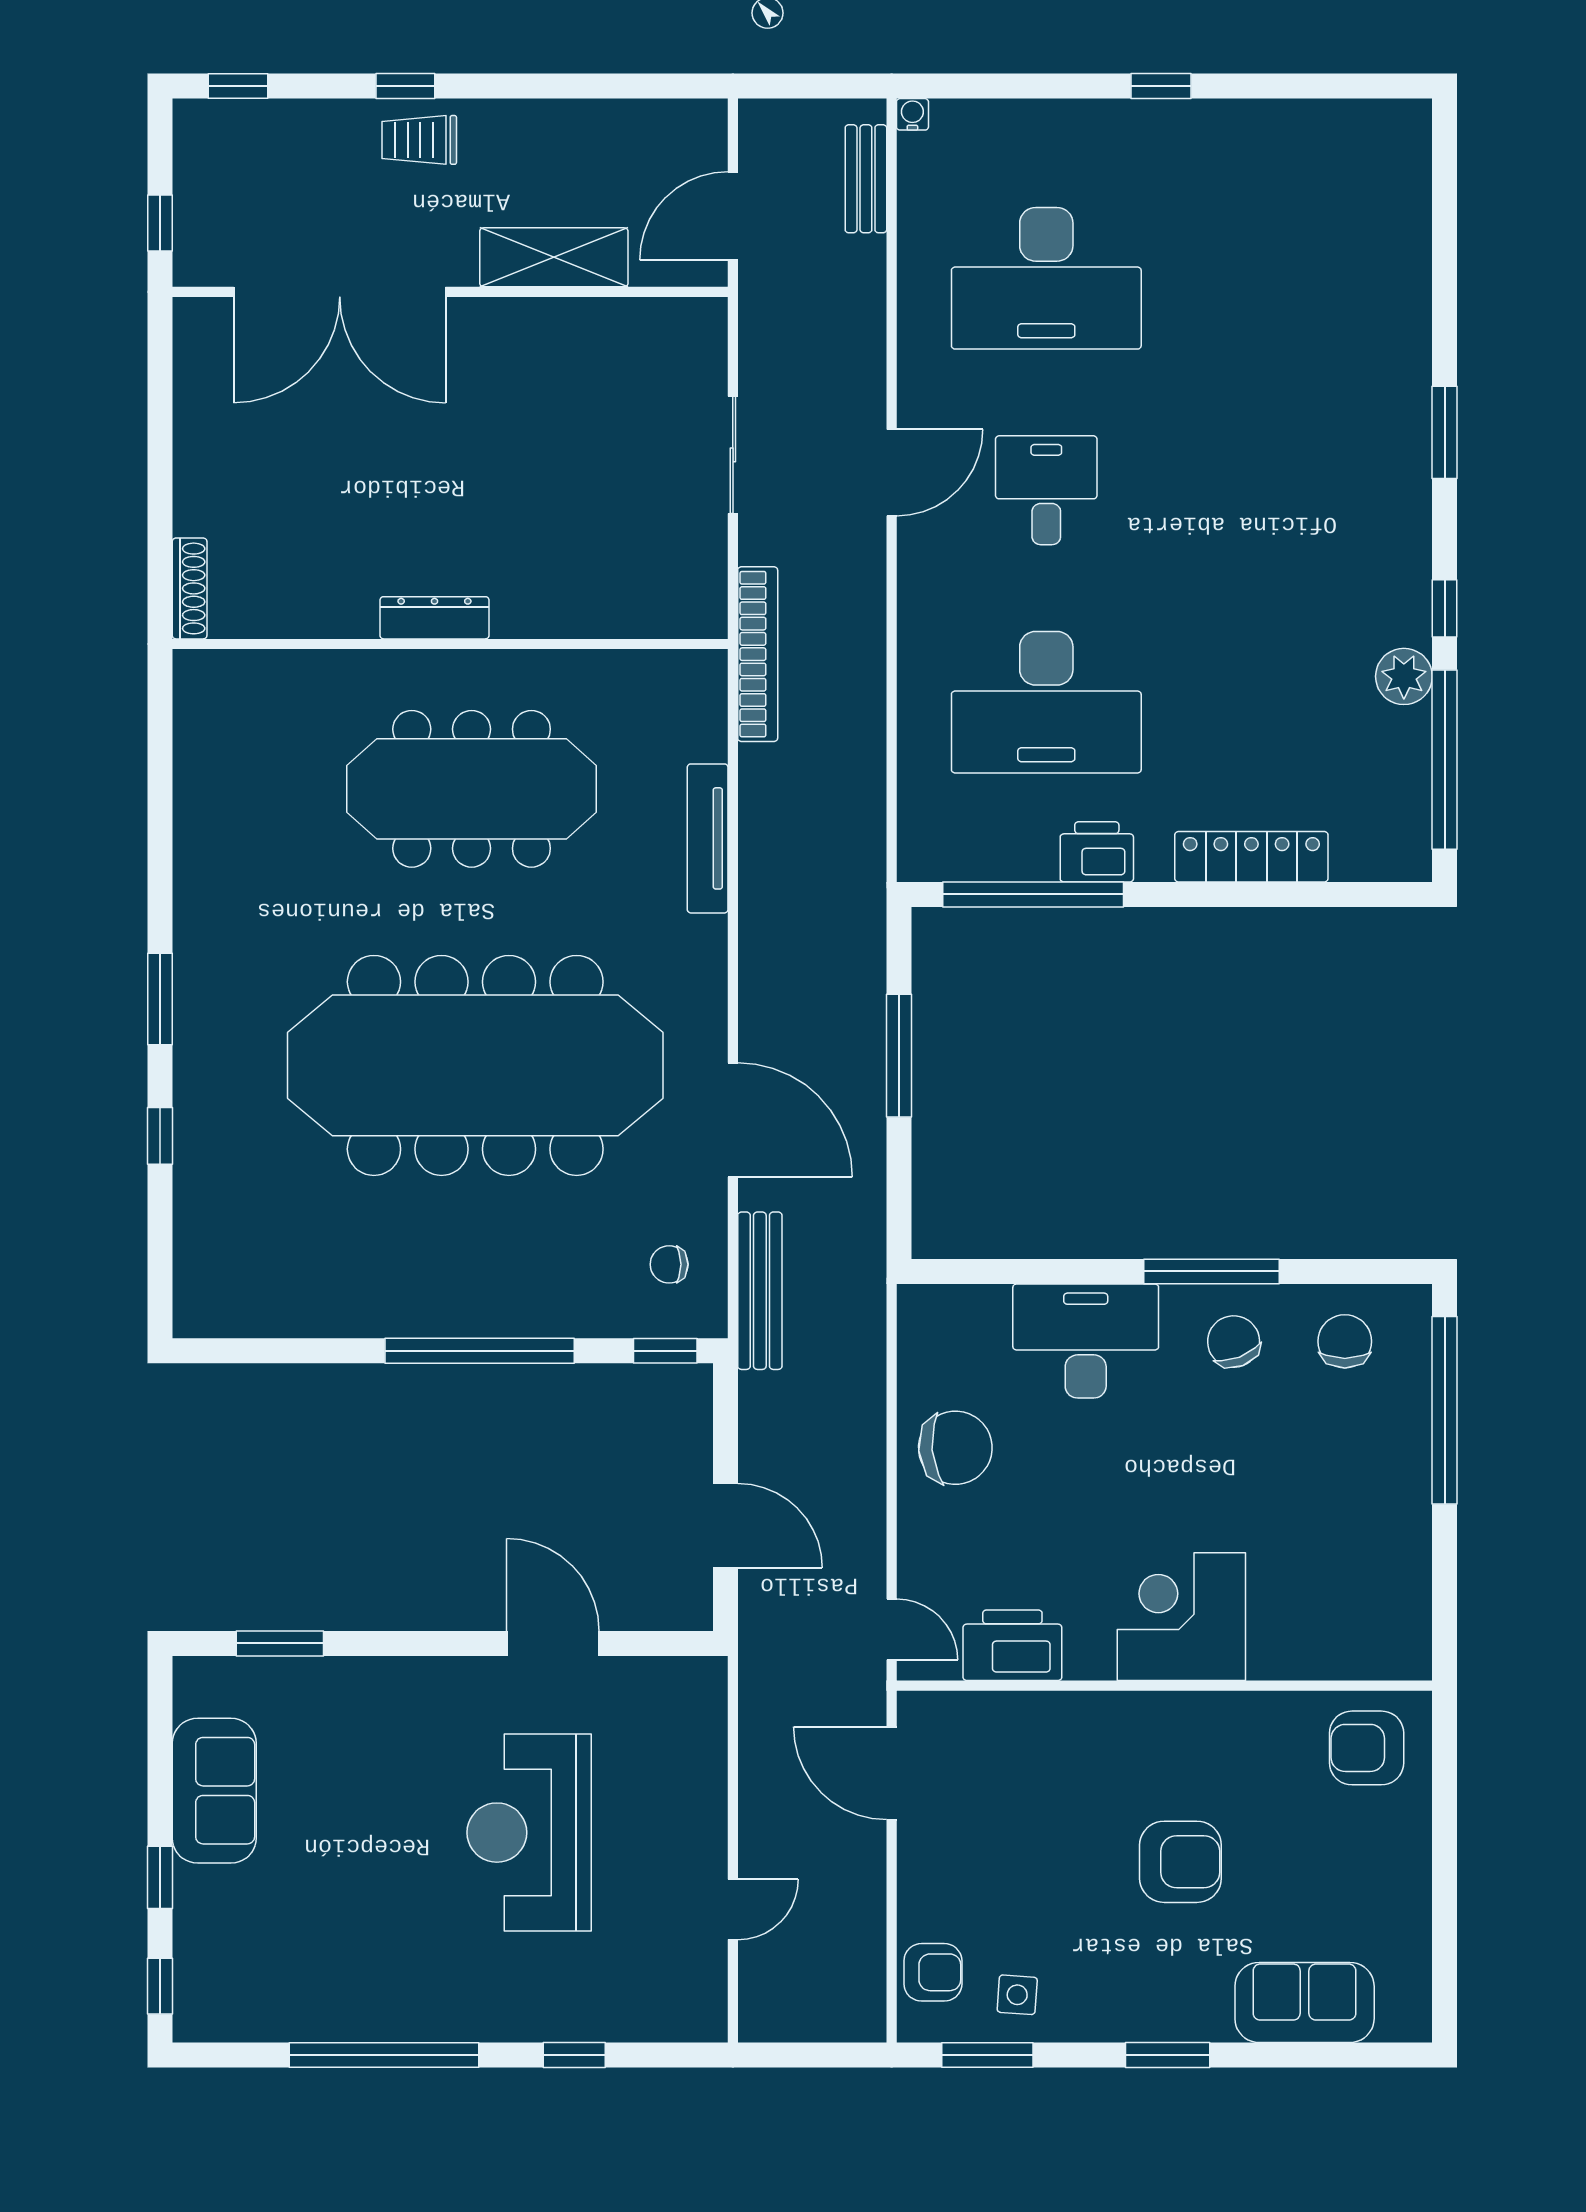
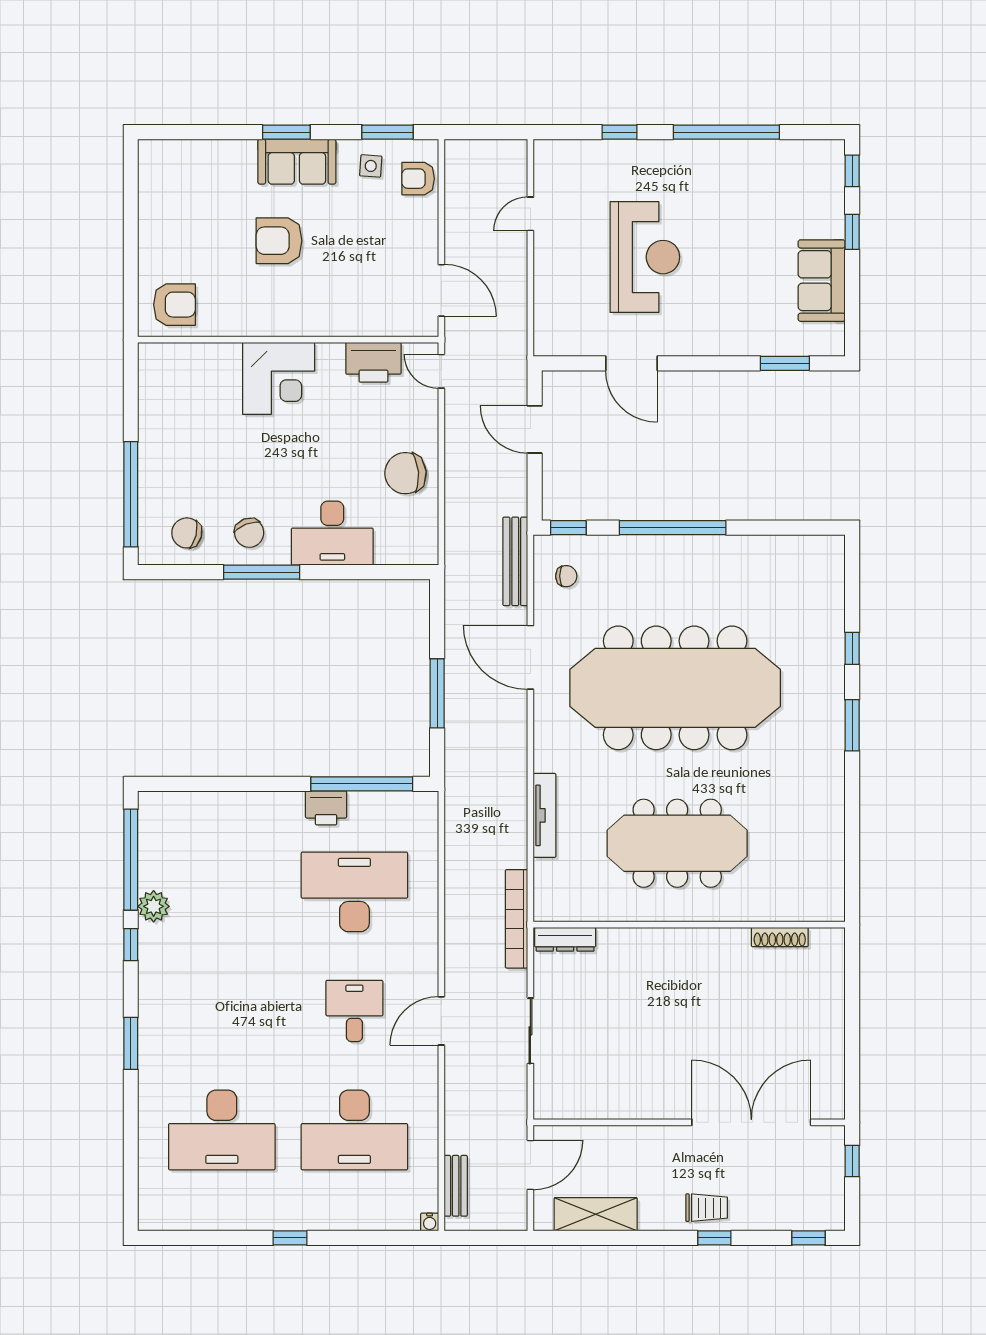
shelving: (554, 257) -> (596, 1214), moved
desk: (1046, 278) -> (354, 1130), turned 180
desk: (1282, 278) -> (222, 1130), added
desk: (1046, 490) -> (354, 1011), turned 180
shoe rack: (190, 588) -> (780, 937), moved, turned -90
dresser: (434, 618) -> (565, 939), moved
locker: (1251, 857) -> (239, 805), removed
chair: (1345, 1341) -> (187, 533), turned 104
sofa: (1305, 2002) -> (297, 162), moved

